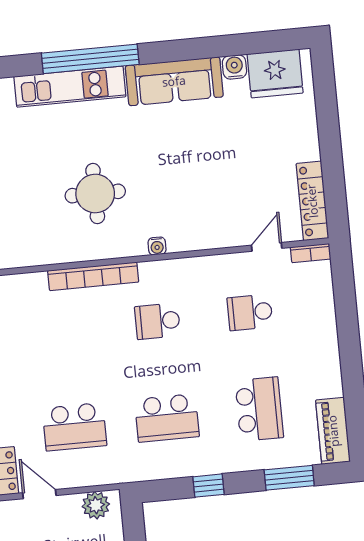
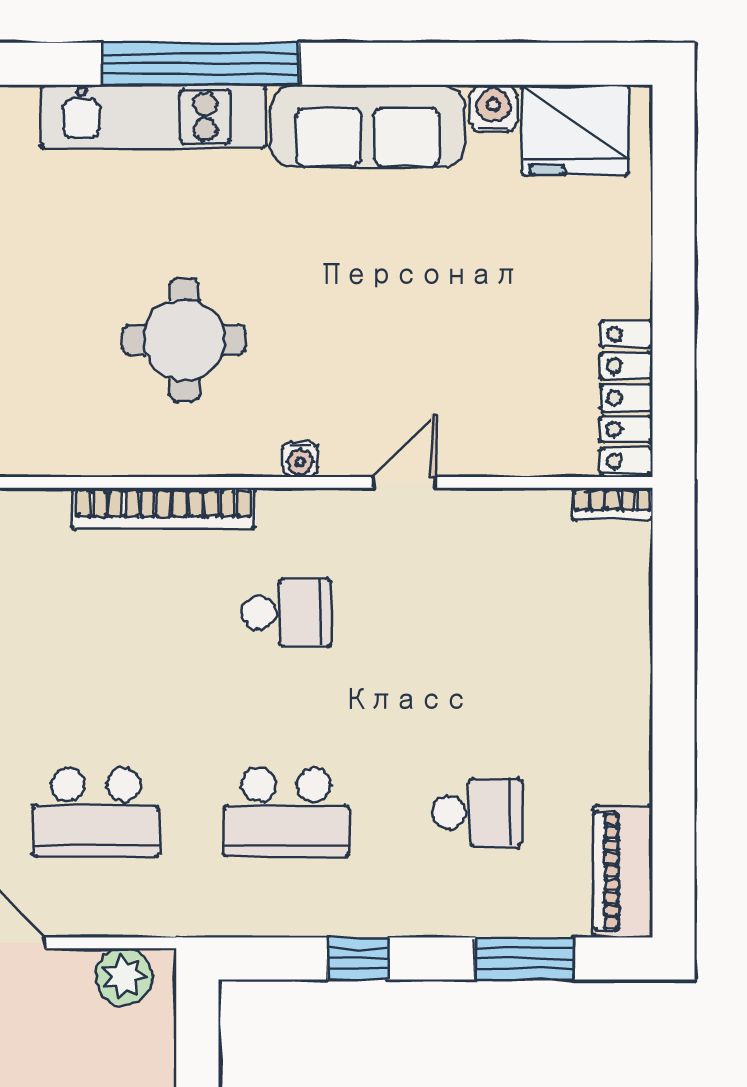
door: (267, 247) -> (404, 482), moved
school desk: (250, 312) -> (477, 613), removed
school desk: (158, 321) -> (286, 613), turned 180
school desk: (259, 409) -> (477, 812), width x0.54

